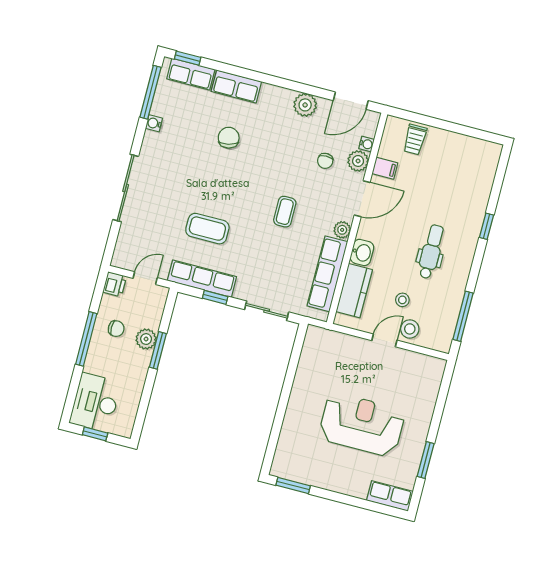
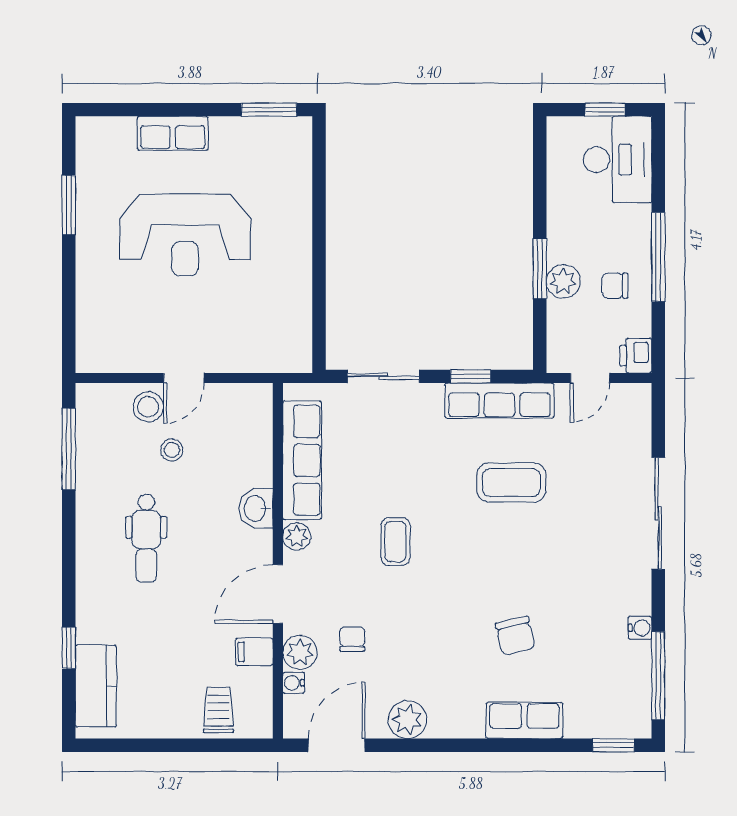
row of seats: (191, 74) -> (602, 721), removed
window: (487, 226) -> (69, 648), moved
kitchen counter: (354, 291) -> (96, 686), moved, turned 180
row of seats: (390, 496) -> (173, 133), moved

